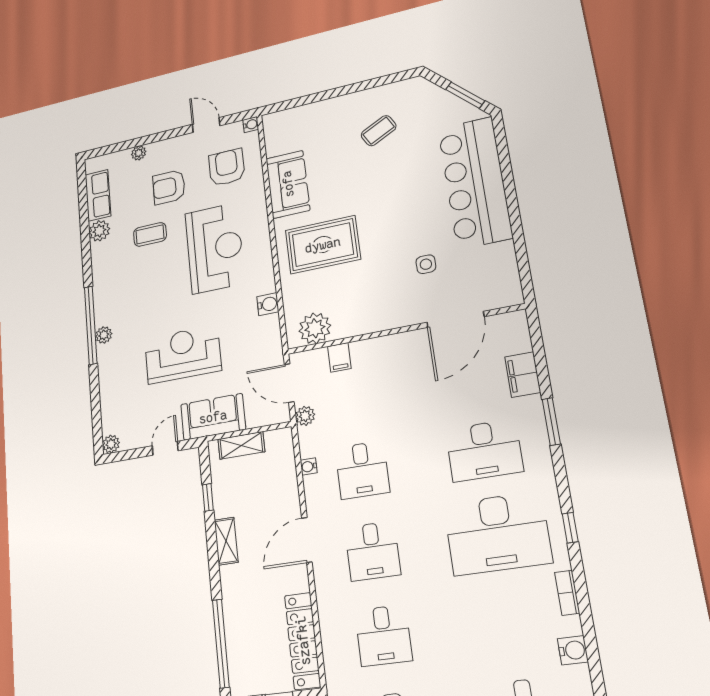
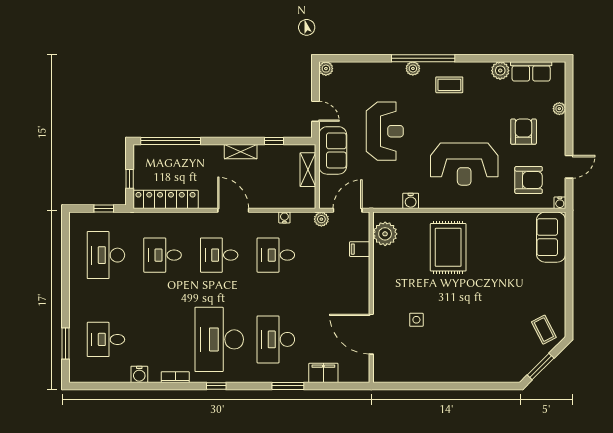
coffee table: (379, 131) -> (544, 330), moved
bar counter: (475, 182) -> (470, 363), removed
sofa: (288, 184) -> (551, 237), moved, turned 90
coffee table: (150, 234) -> (449, 85), moved, turned 90

